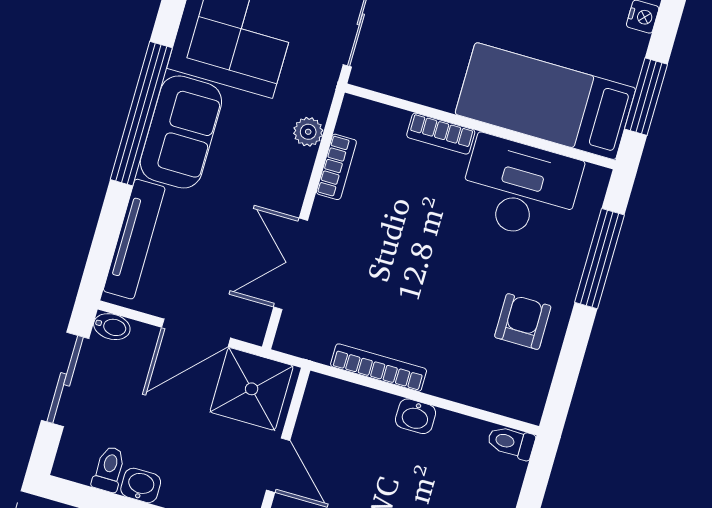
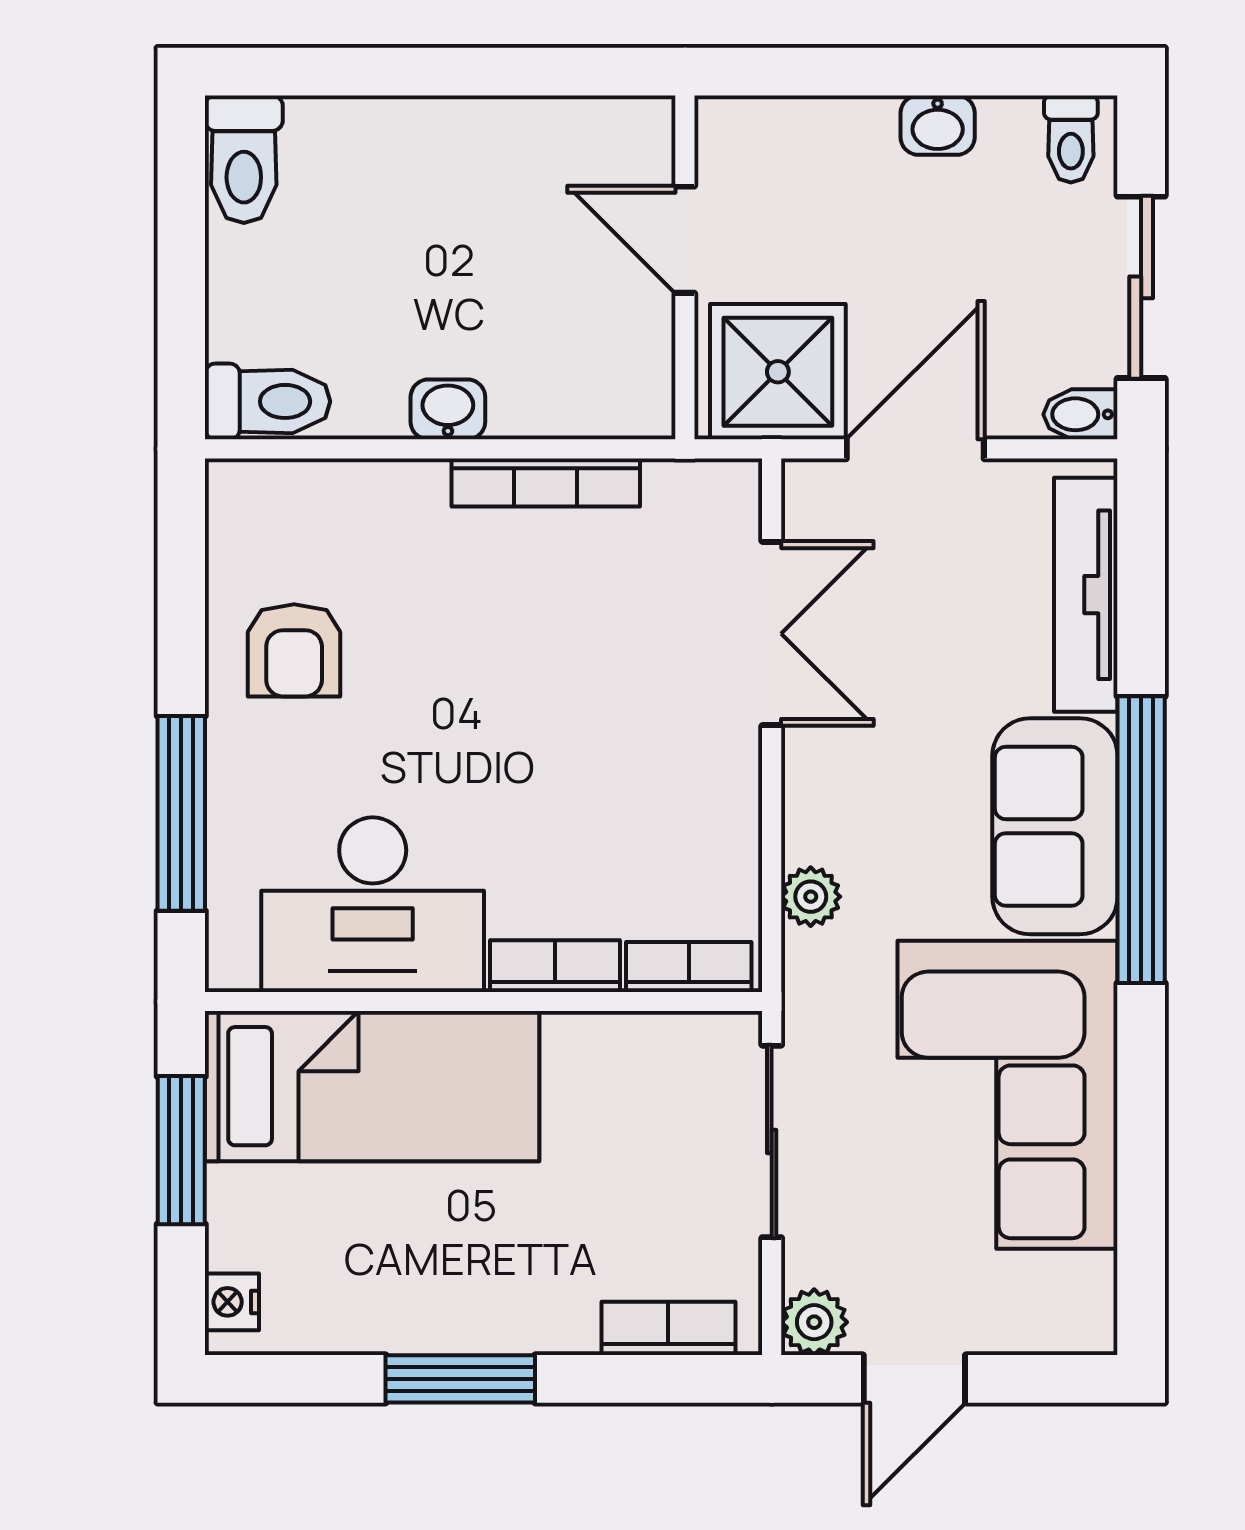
bookcase: (336, 167) -> (689, 967), moved, turned 90
toilet: (511, 442) -> (268, 401), width x1.37, depth x1.39
toilet: (109, 469) -> (1071, 139), moved

